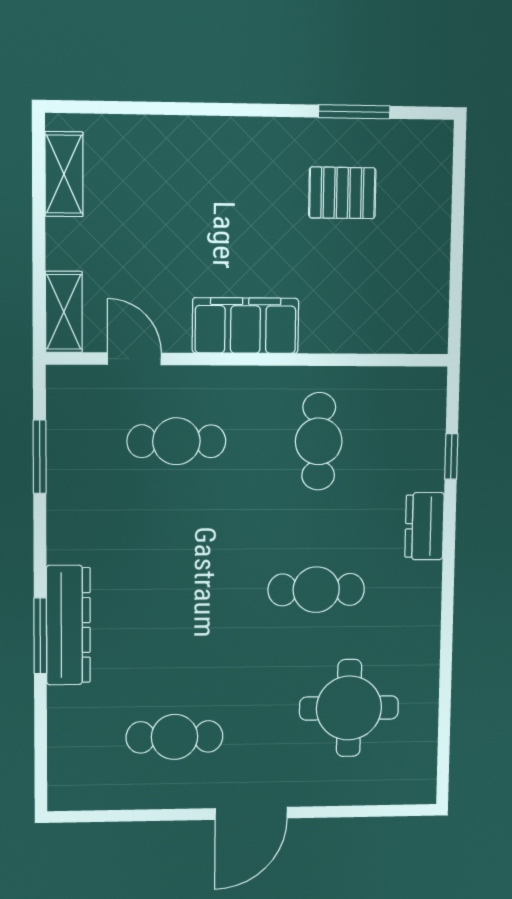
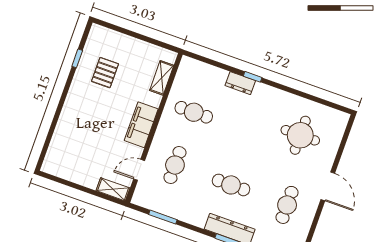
window: (354, 112) -> (77, 58), width x0.67
shelving: (64, 174) -> (162, 78), moved, turned 90
window: (451, 456) -> (253, 77), moved
cafe table: (316, 590) -> (231, 185), moved, turned 90

